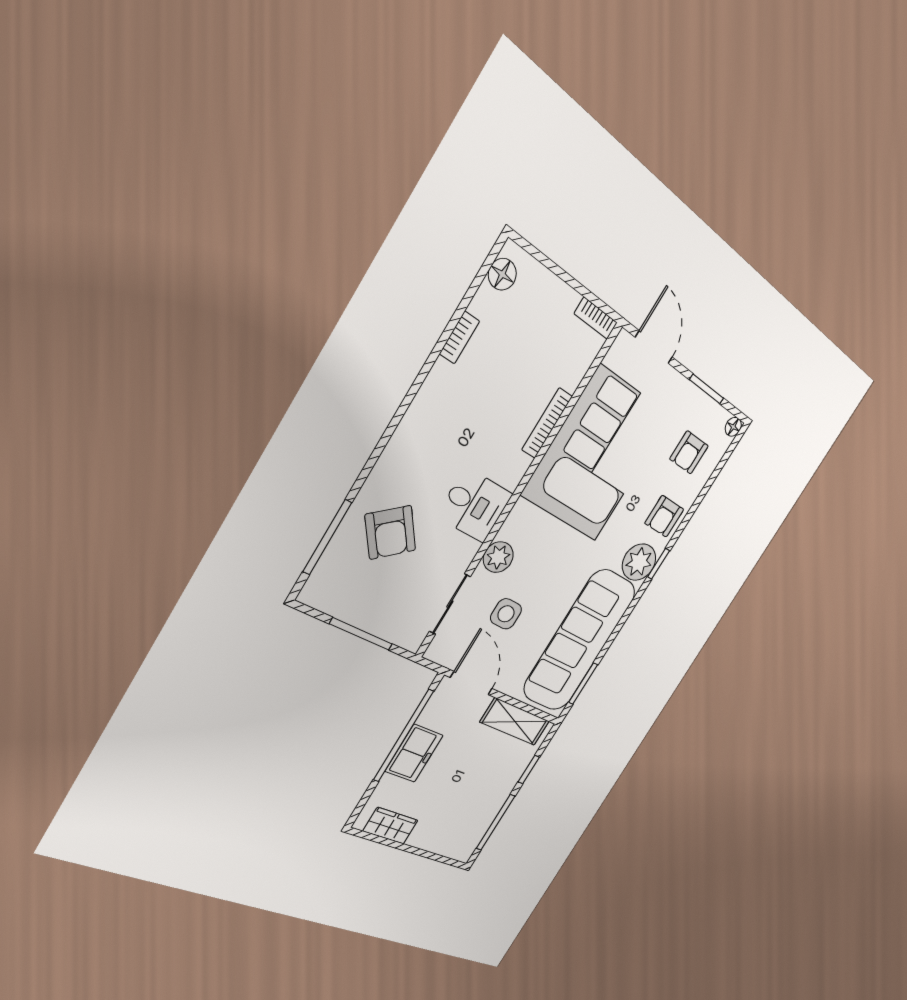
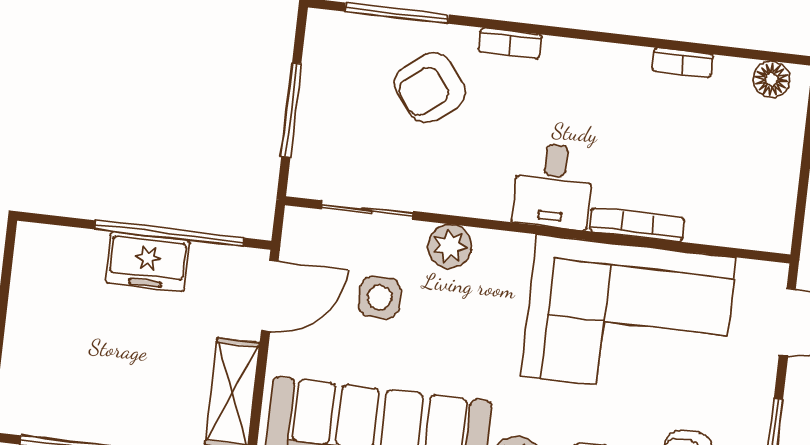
bookcase: (596, 318) -> (510, 43), moved, turned -90
desk: (475, 505) -> (553, 186), moved
wardrobe: (391, 826) -> (31, 279), removed

